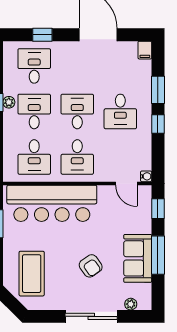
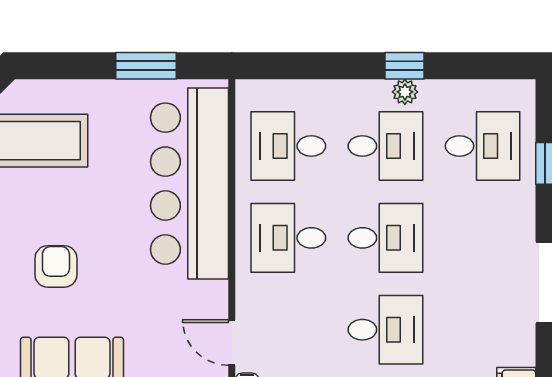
desk: (120, 111) -> (385, 330), turned 180
door: (126, 183) -> (232, 343), hinge flipped
armchair: (91, 266) -> (56, 266), turned 125

